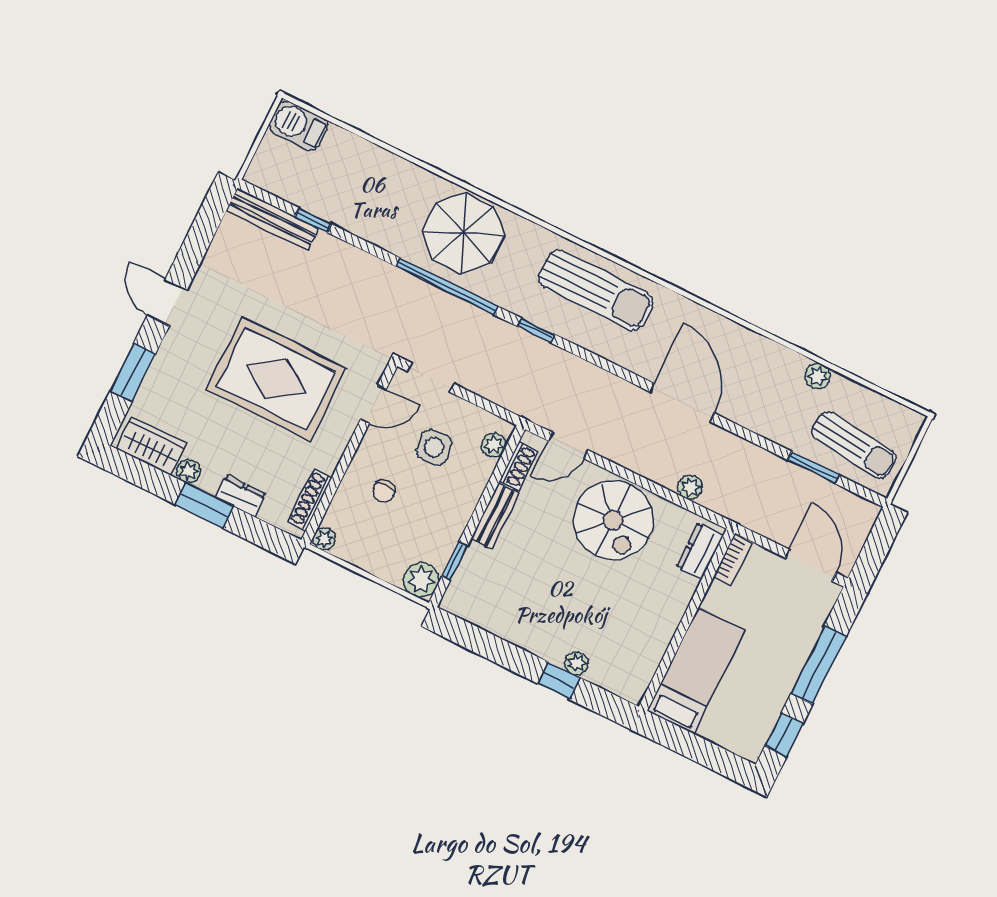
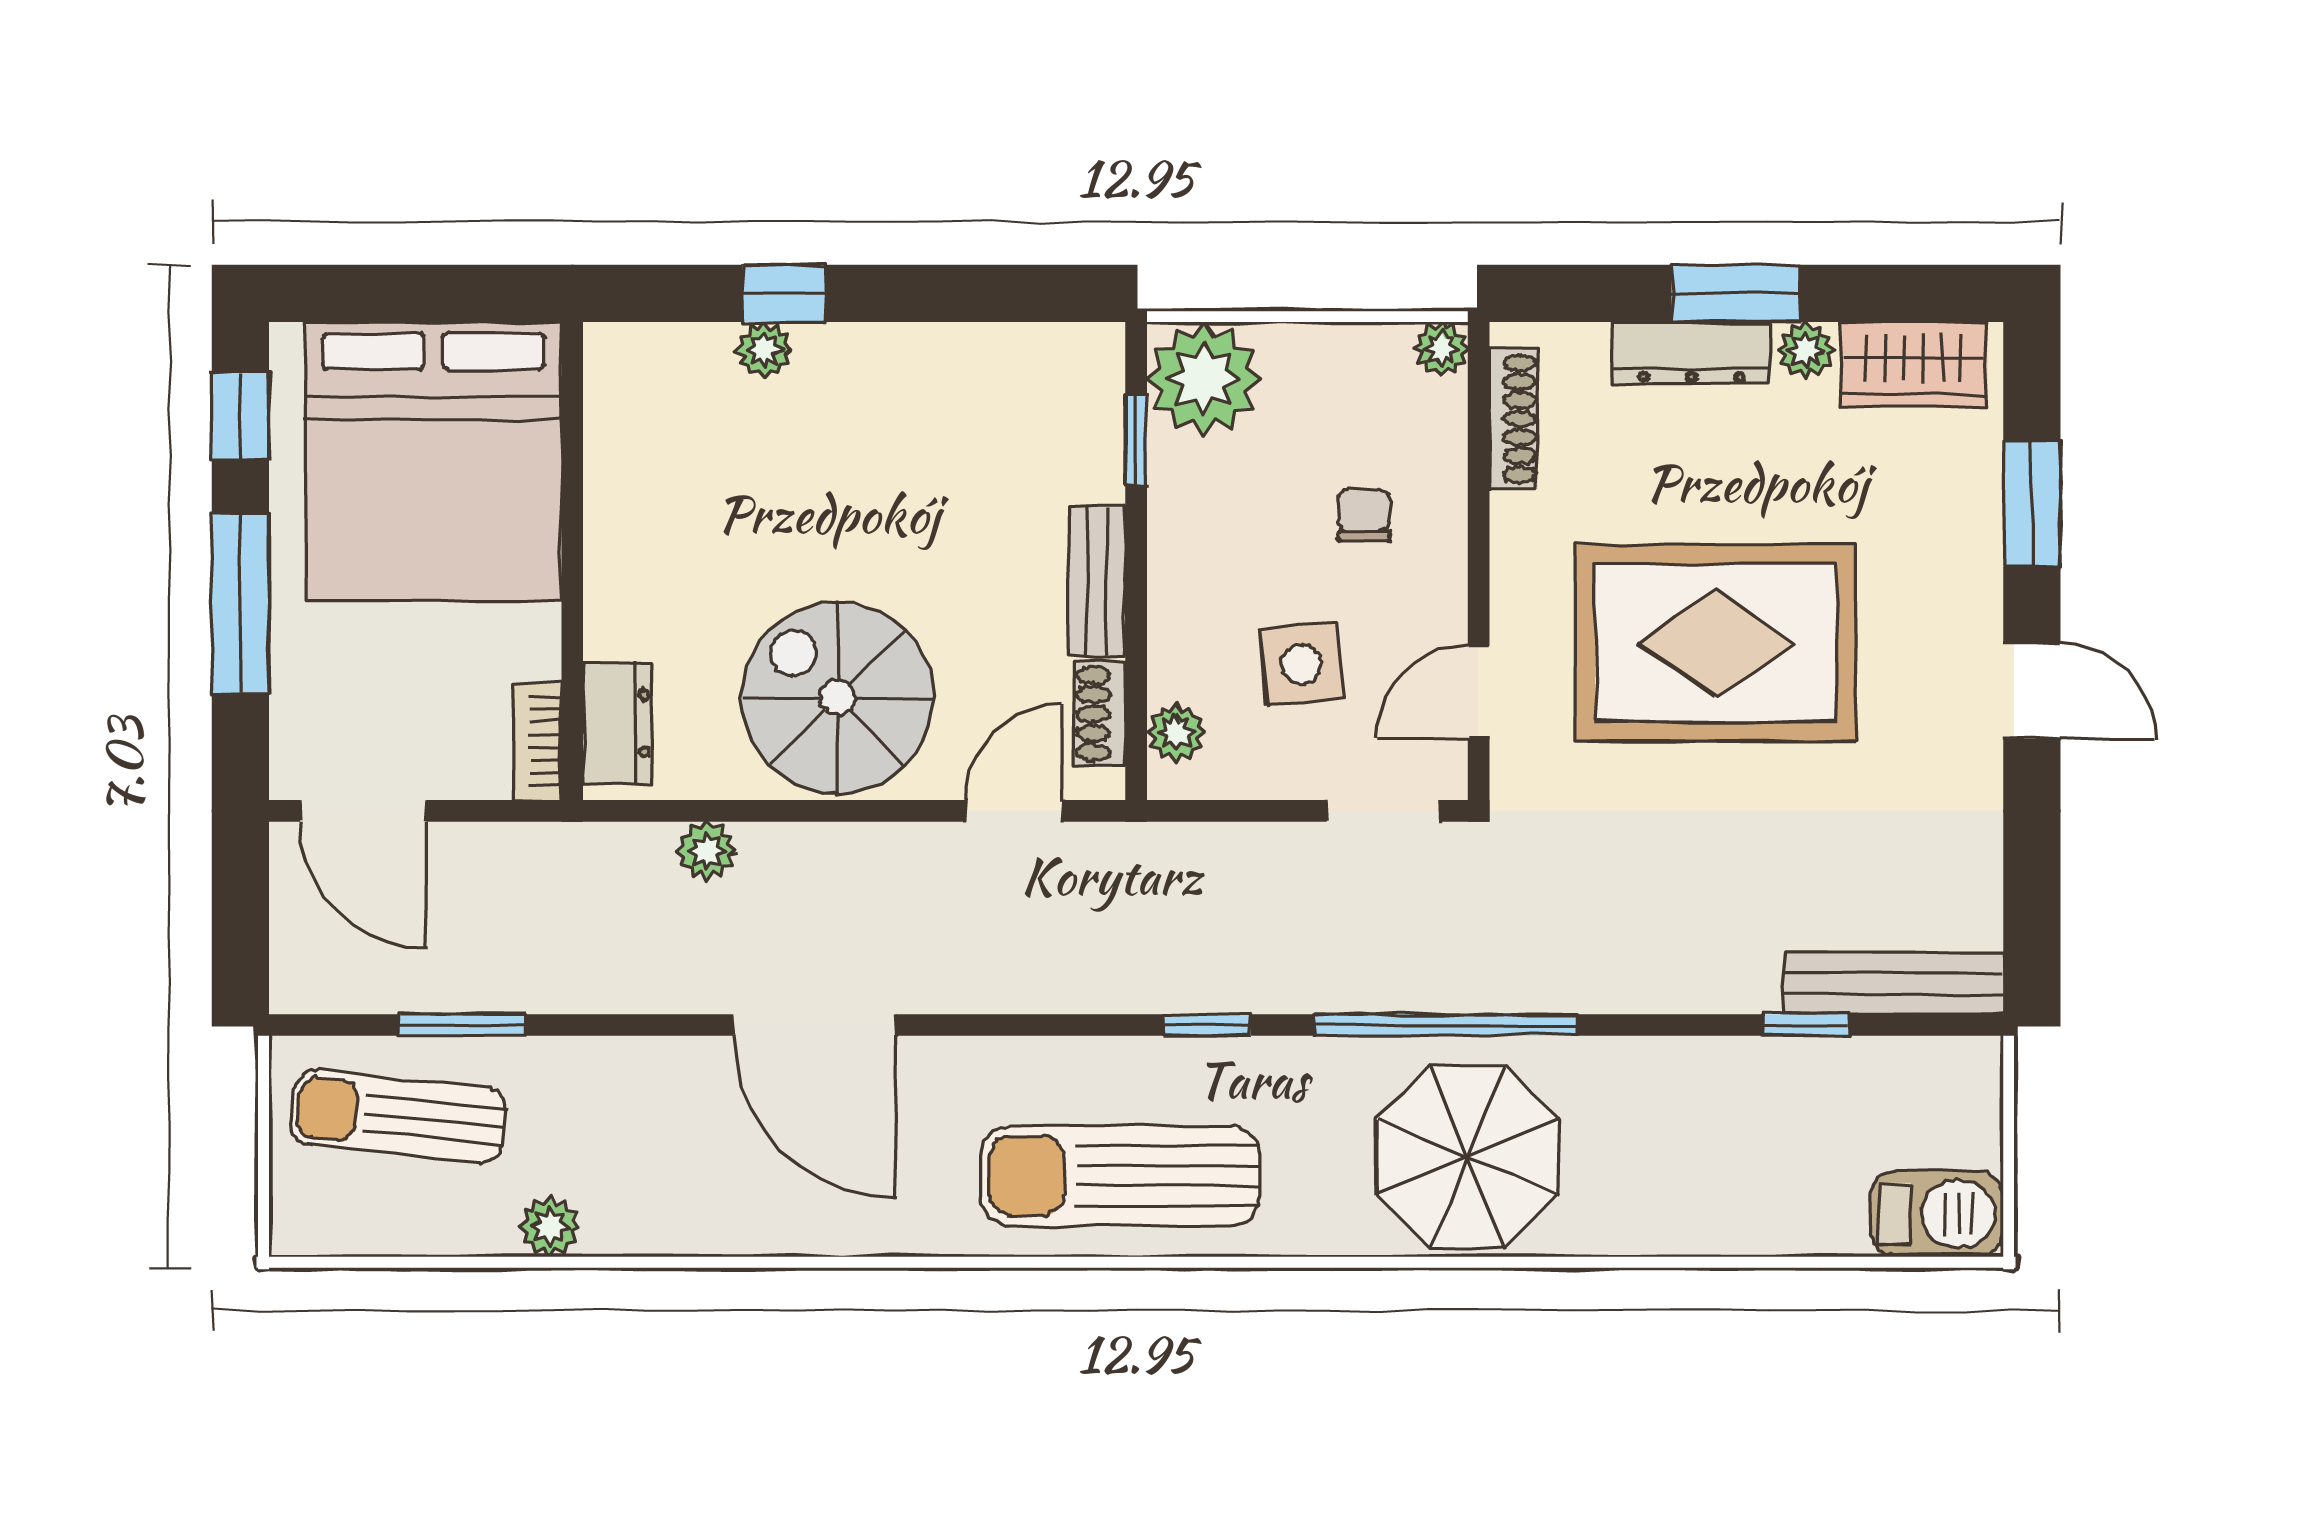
dresser: (241, 496) -> (1691, 353), width x1.44
plant: (421, 580) -> (1204, 379), width x1.36, depth x1.36
bed: (696, 671) -> (433, 461), width x2.04

